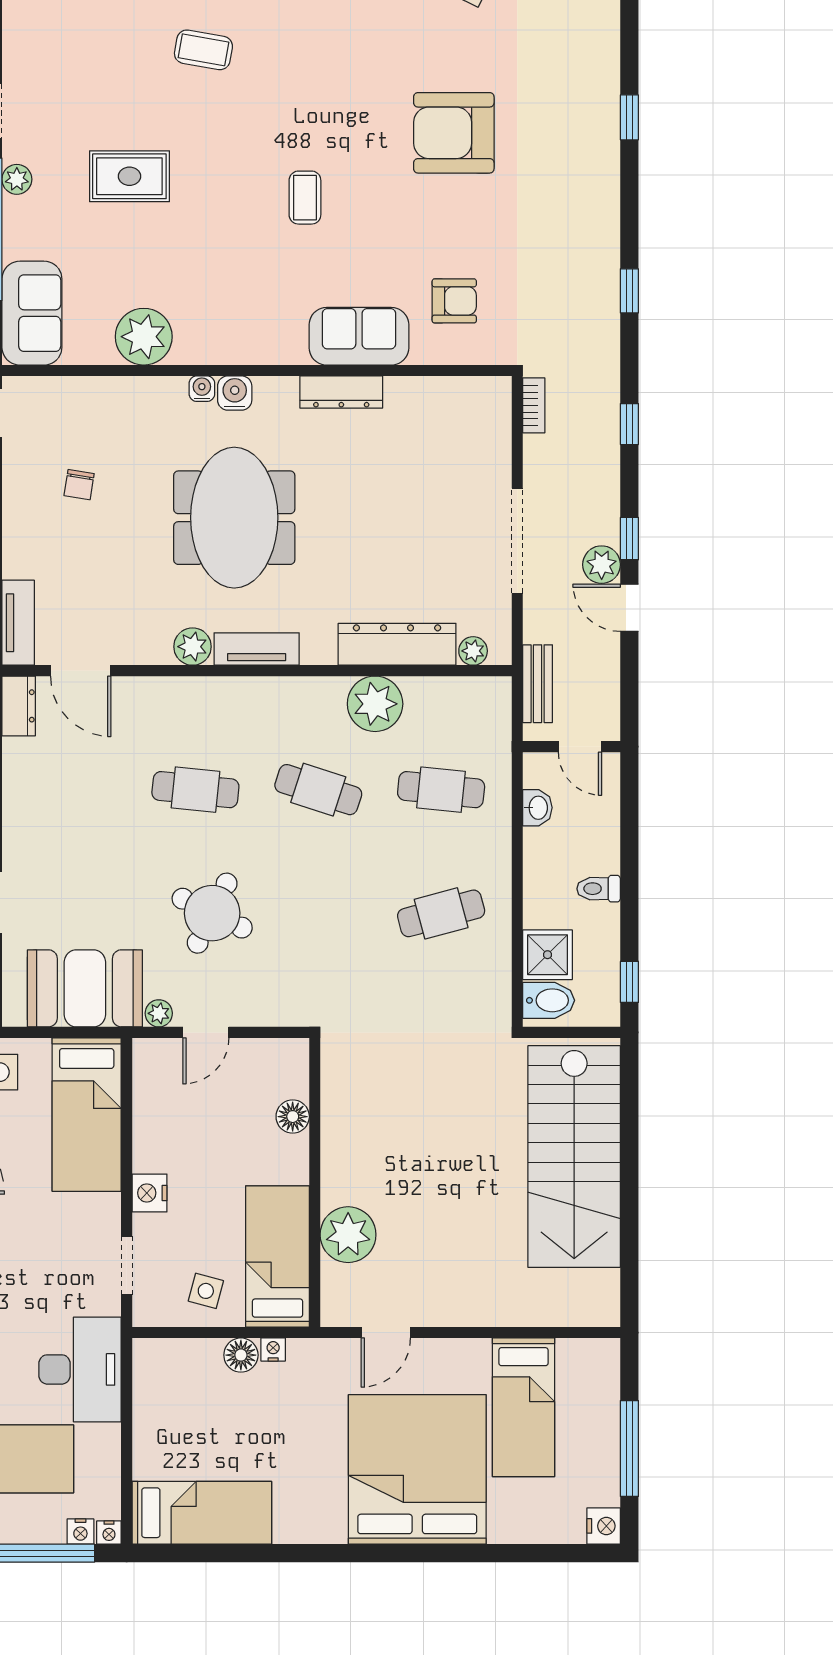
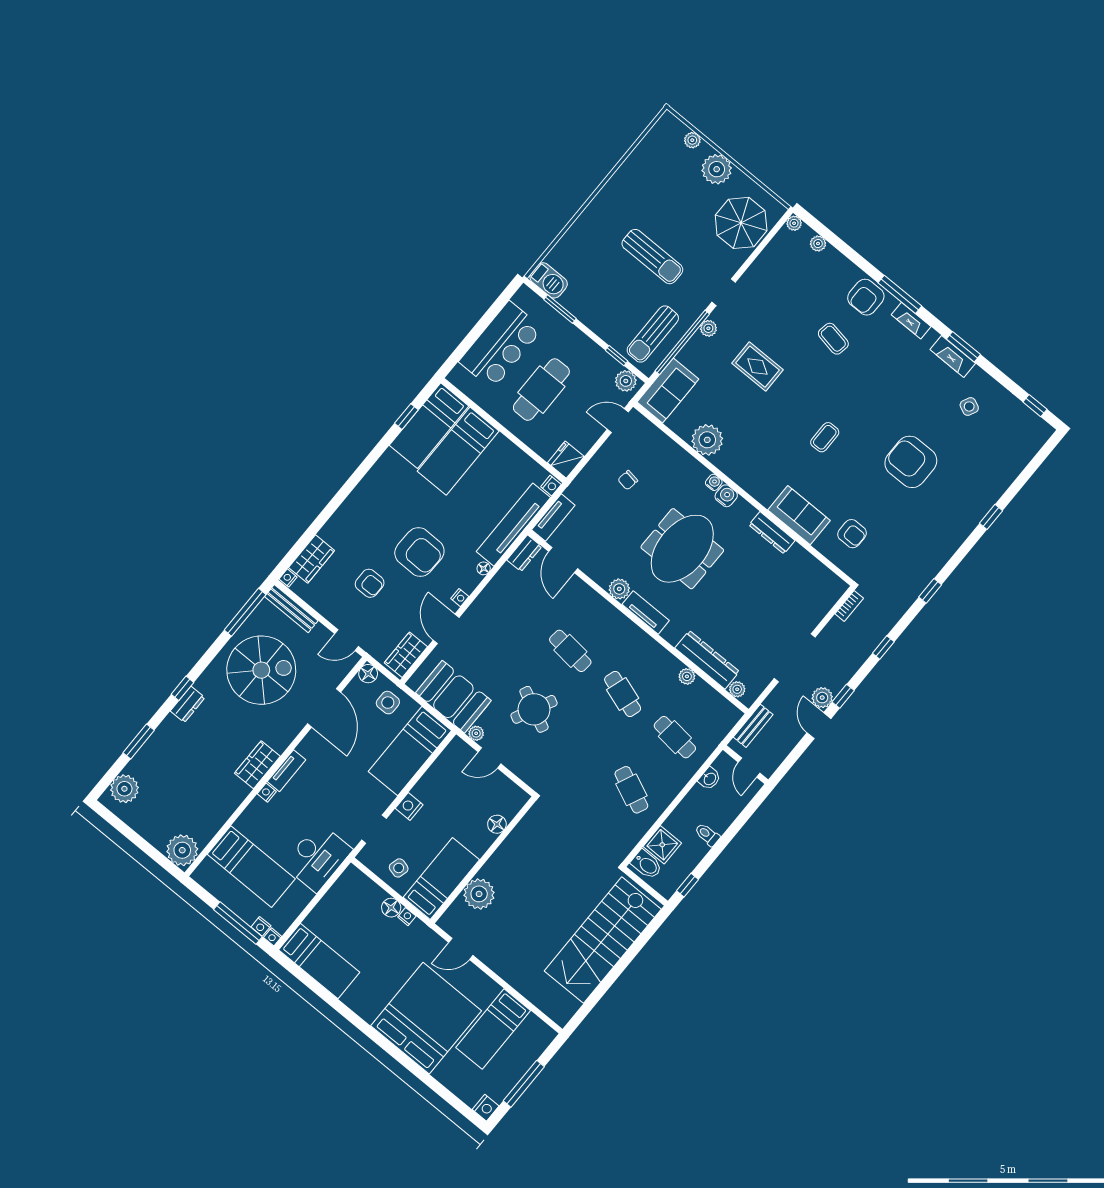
plant: (375, 704) -> (687, 676), width x0.53, depth x0.53
cafe table: (441, 913) -> (631, 790), turned 39

